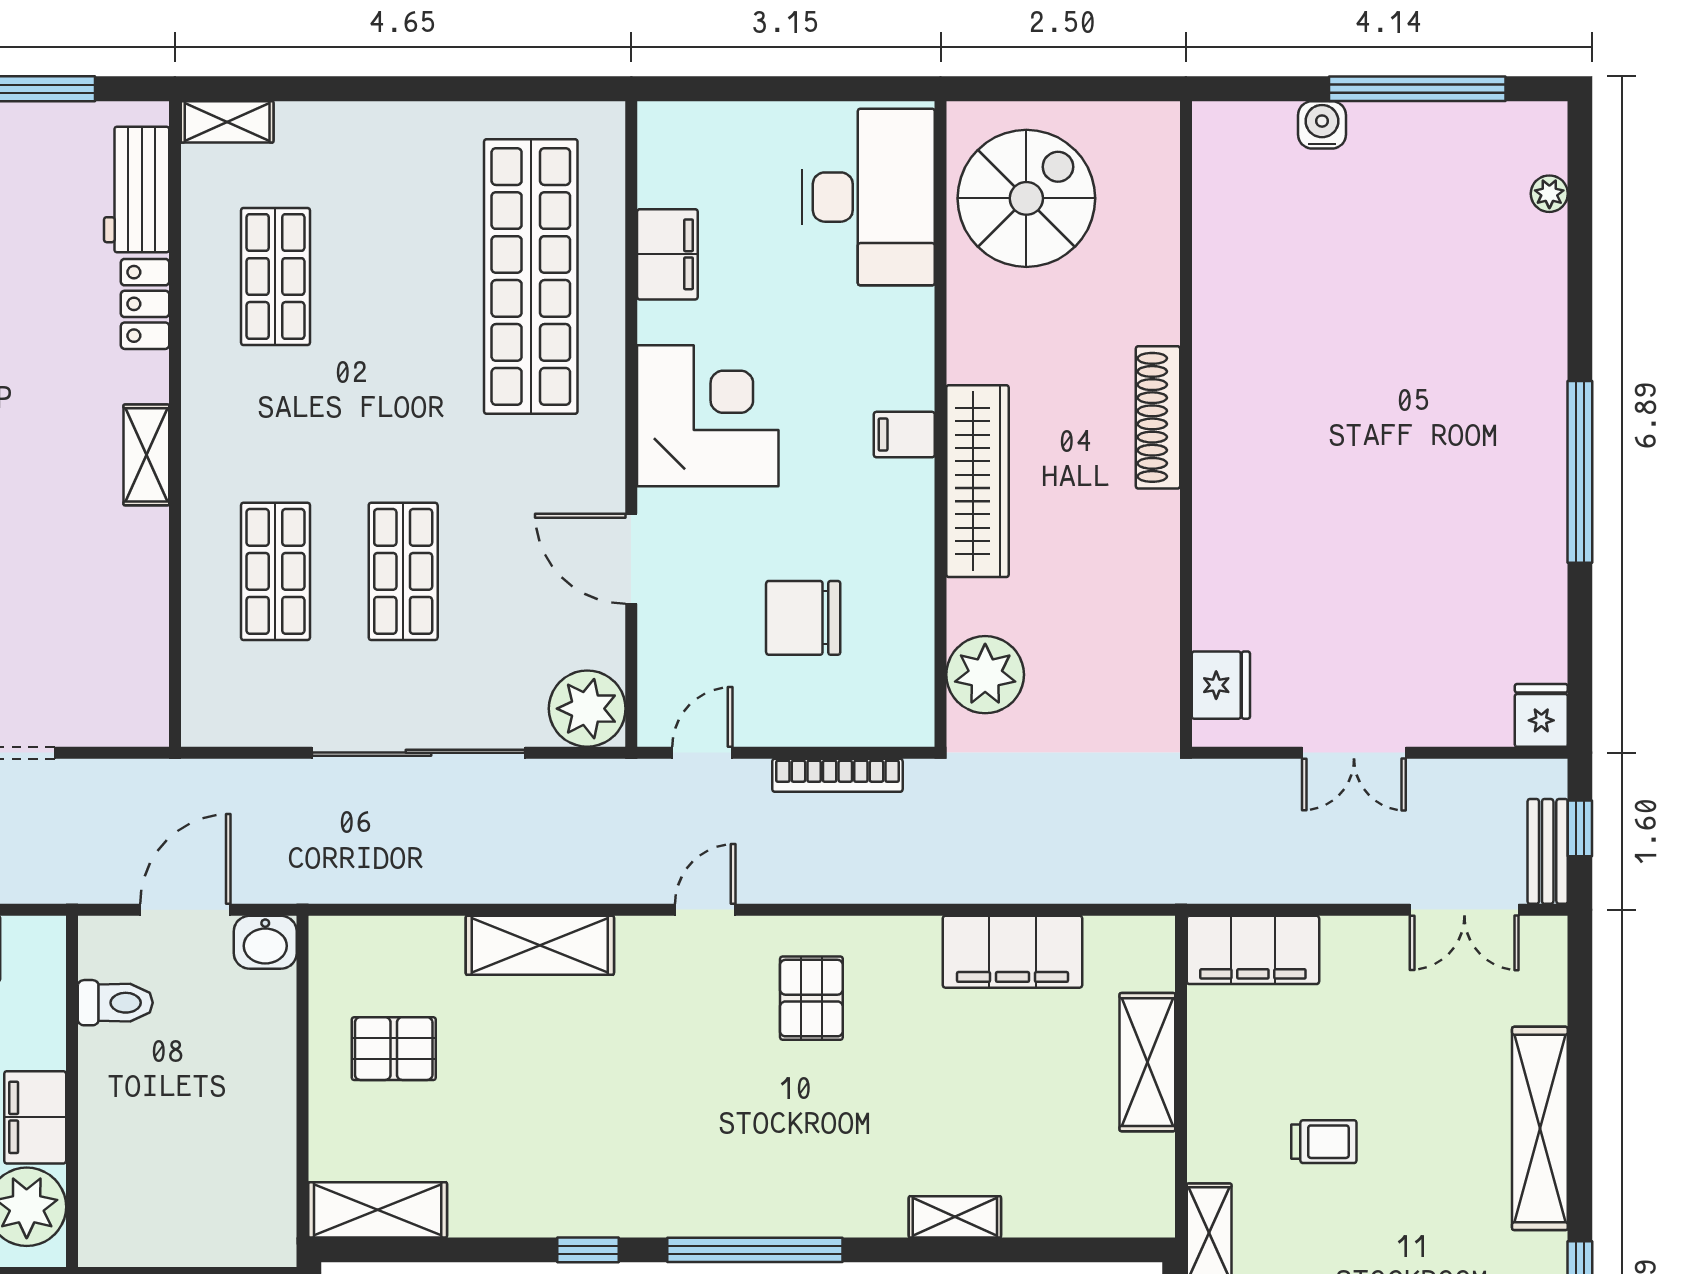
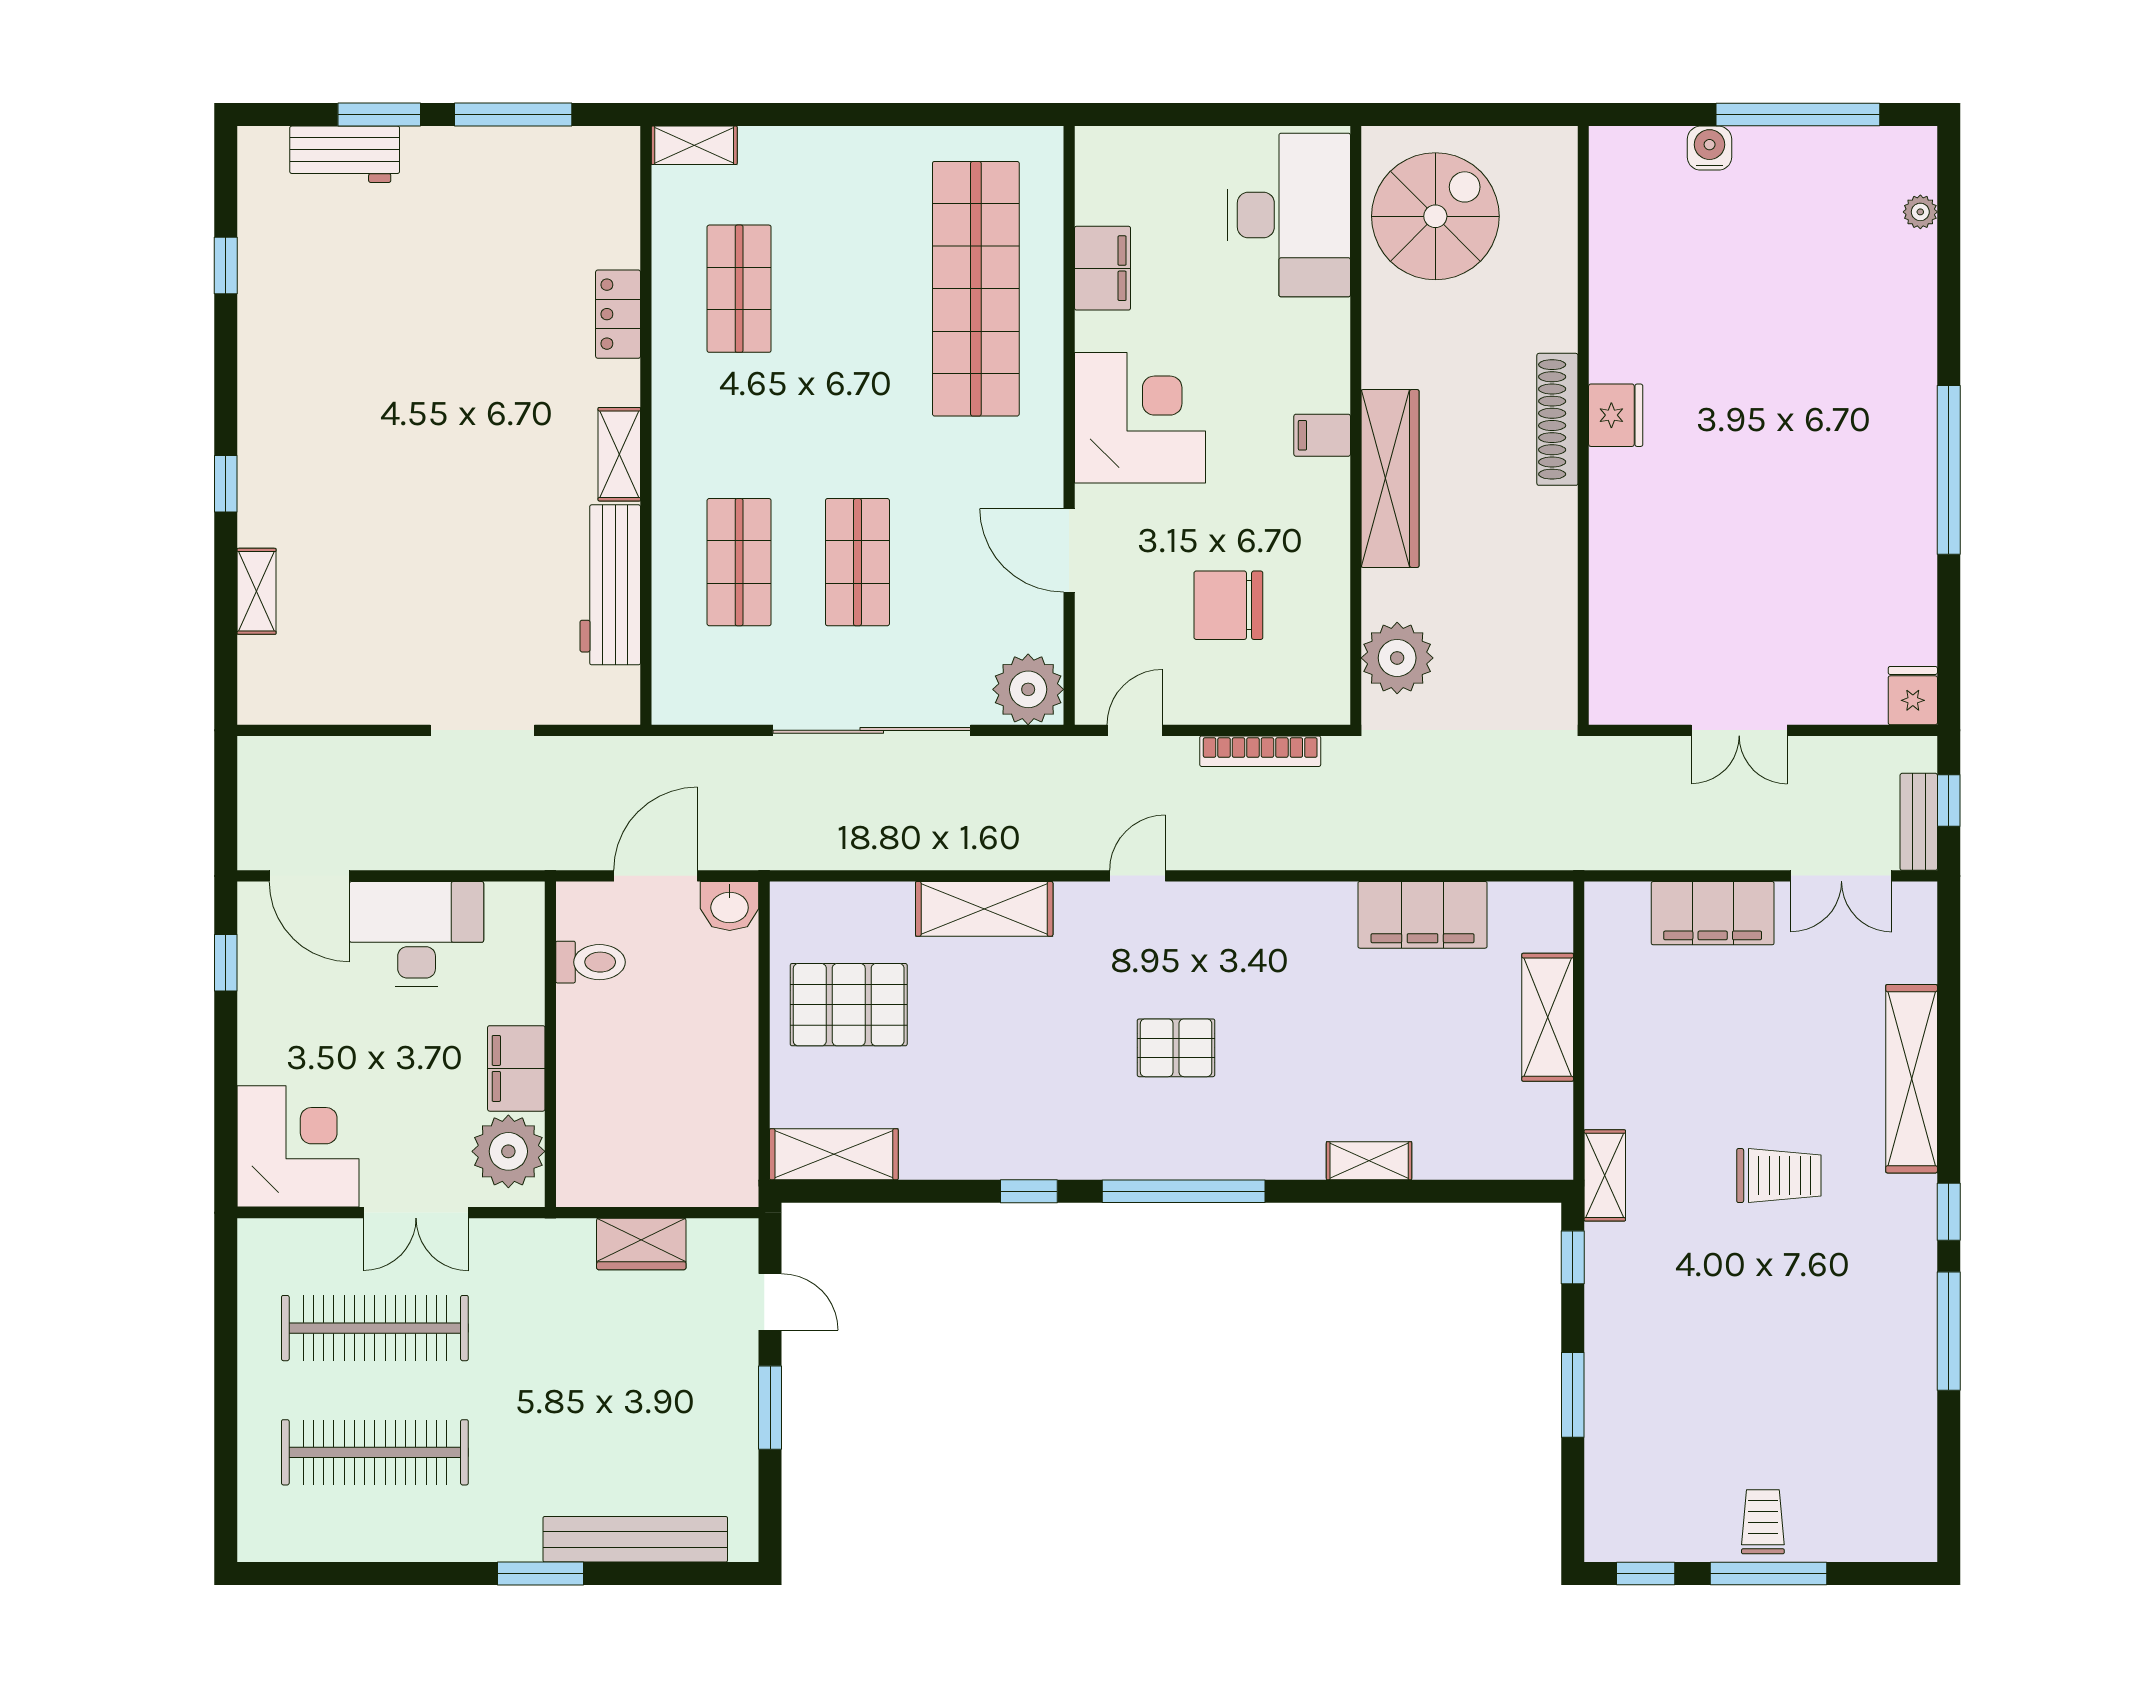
workbench: (137, 190) -> (610, 585), moved, width x1.38
fridge: (1221, 685) -> (1616, 415), moved
filing cabinet: (1253, 950) -> (1713, 913), moved
pallet: (811, 998) -> (1176, 1048), moved, turned 90
pallet: (394, 1049) -> (849, 1005), width x1.50, depth x1.42
trolley: (1324, 1142) -> (1779, 1176), moved, width x1.36, depth x1.39

